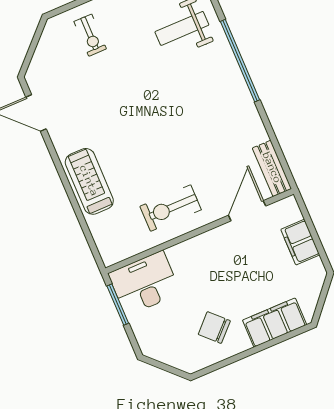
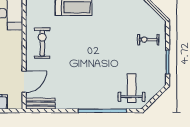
door: (247, 211) -> (24, 82), hinge flipped

